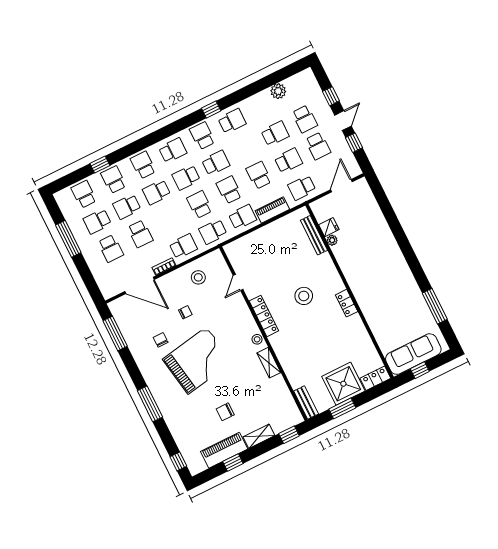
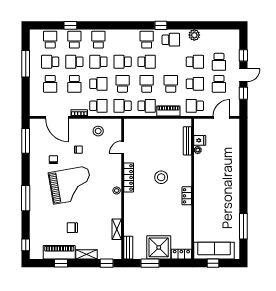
plant: (278, 91) -> (194, 35), moved
school desk: (173, 150) -> (98, 84), moved
shelving: (269, 363) -> (117, 229), moved

